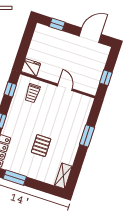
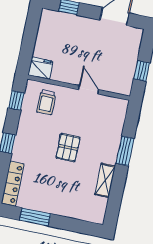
pallet: (41, 146) -> (68, 148), moved
shelving: (63, 176) -> (105, 180), moved

